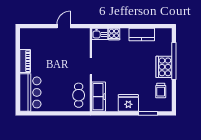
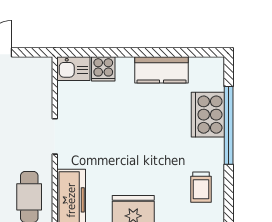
cooker: (164, 67) -> (208, 115), moved

